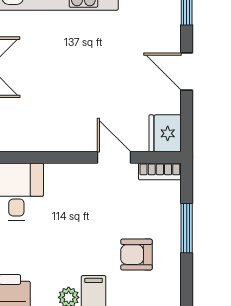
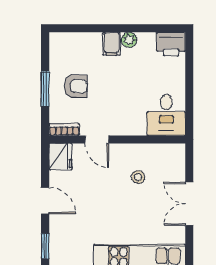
stool: (56, 105) -> (138, 177), added
armchair: (136, 255) -> (76, 86), moved

